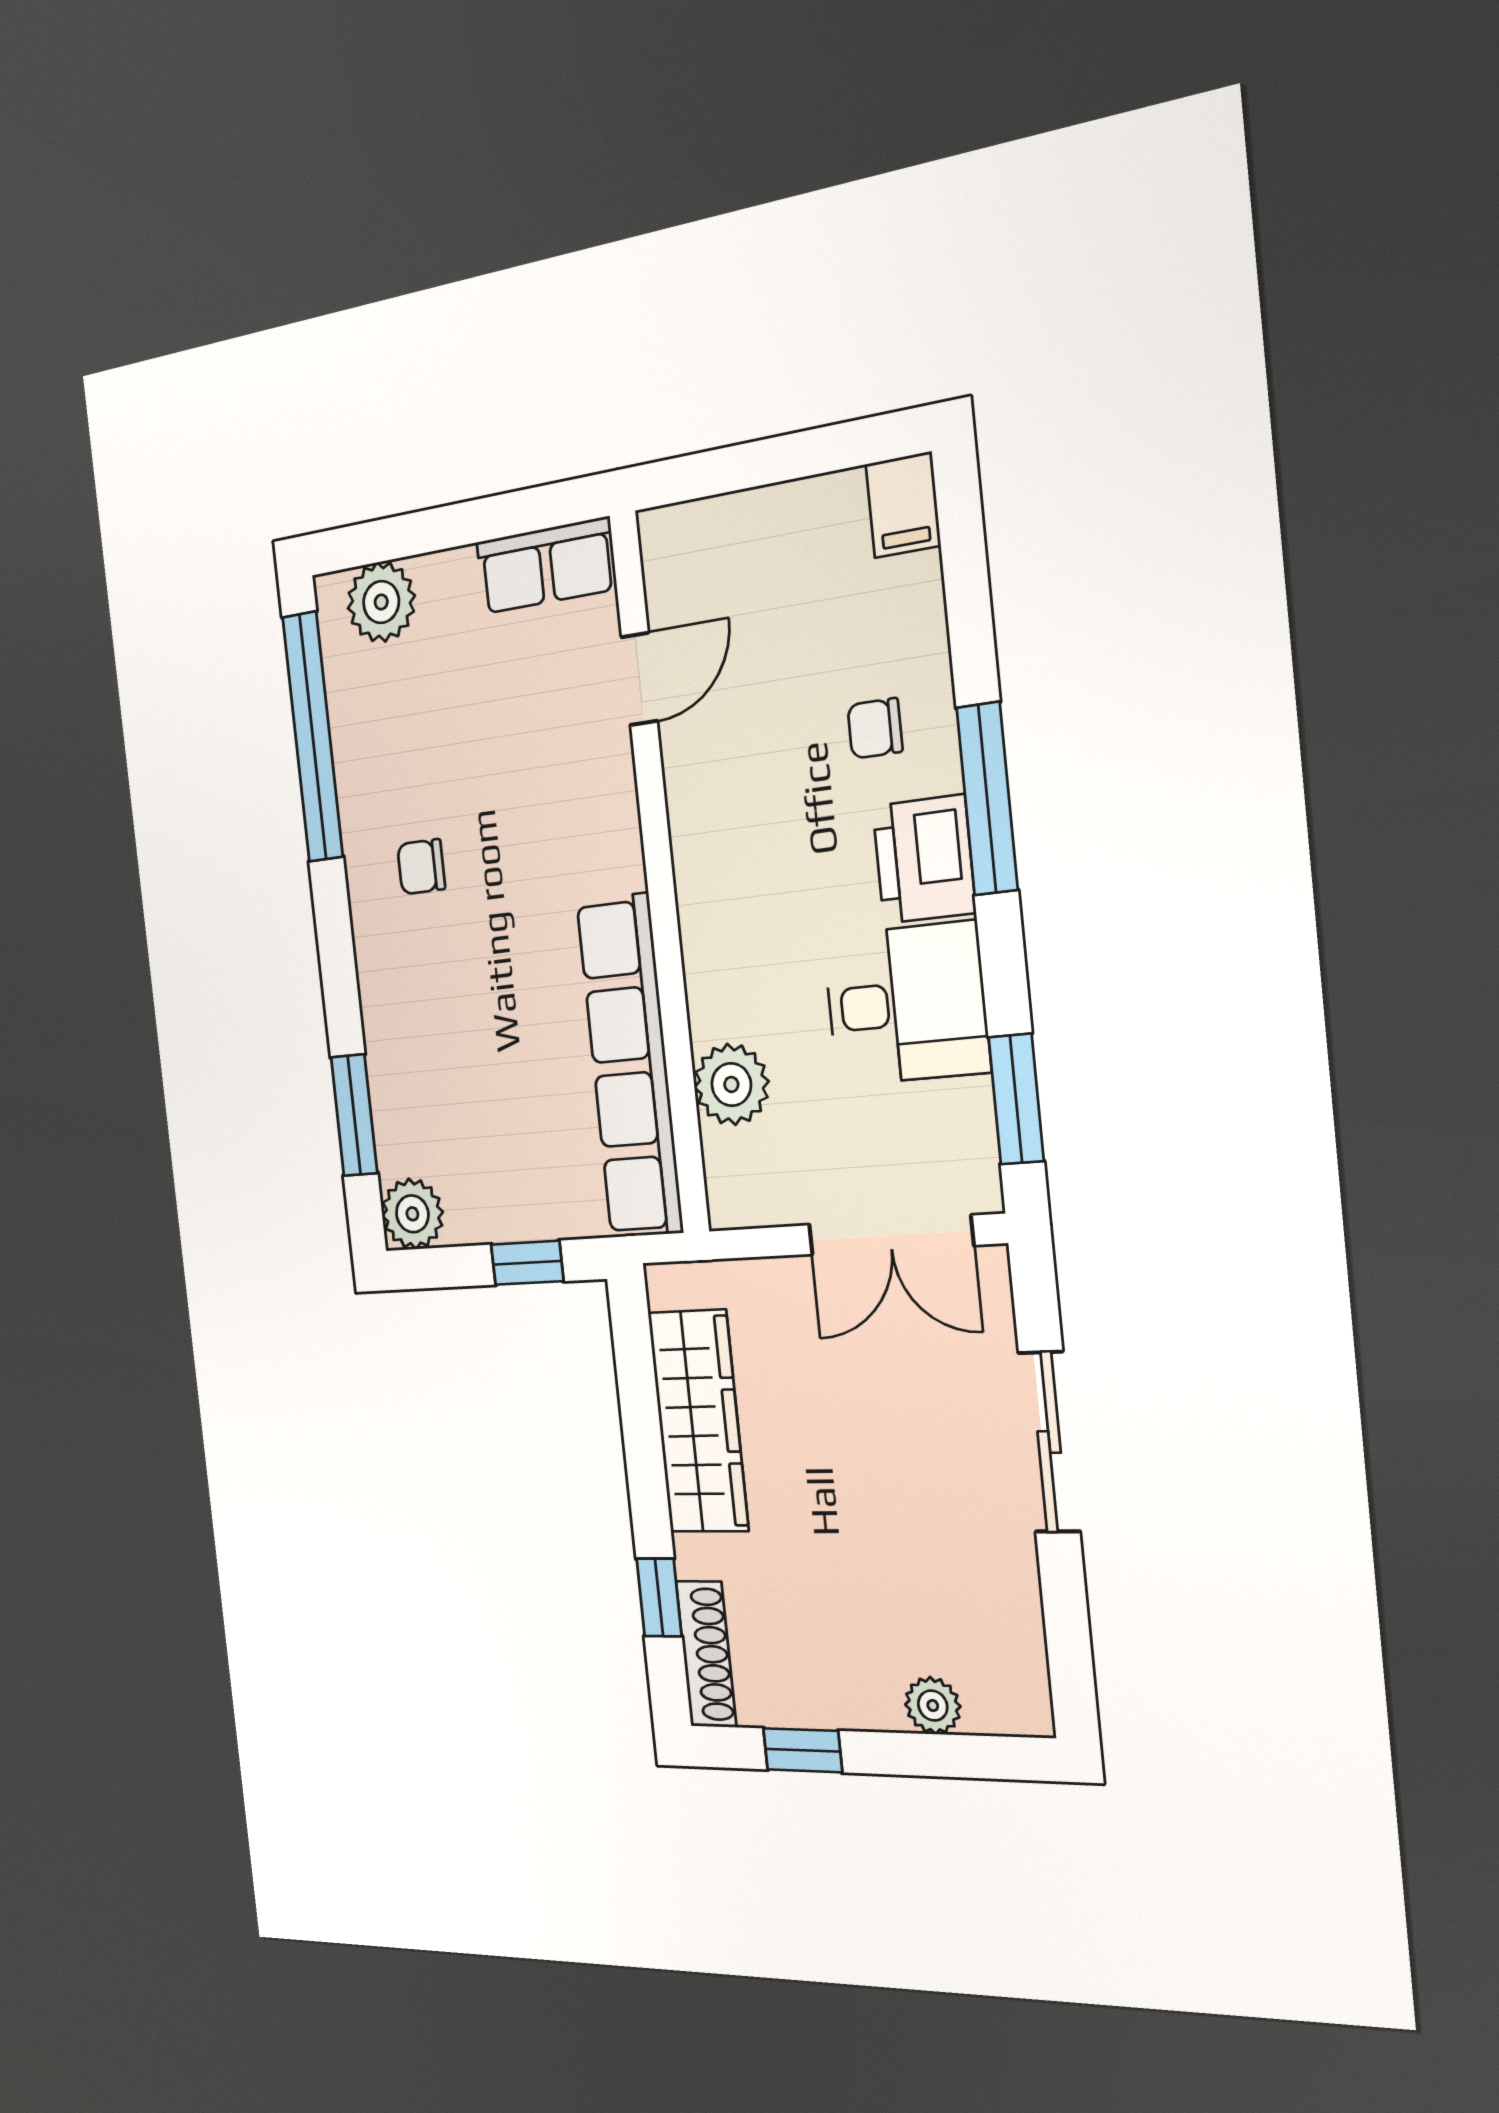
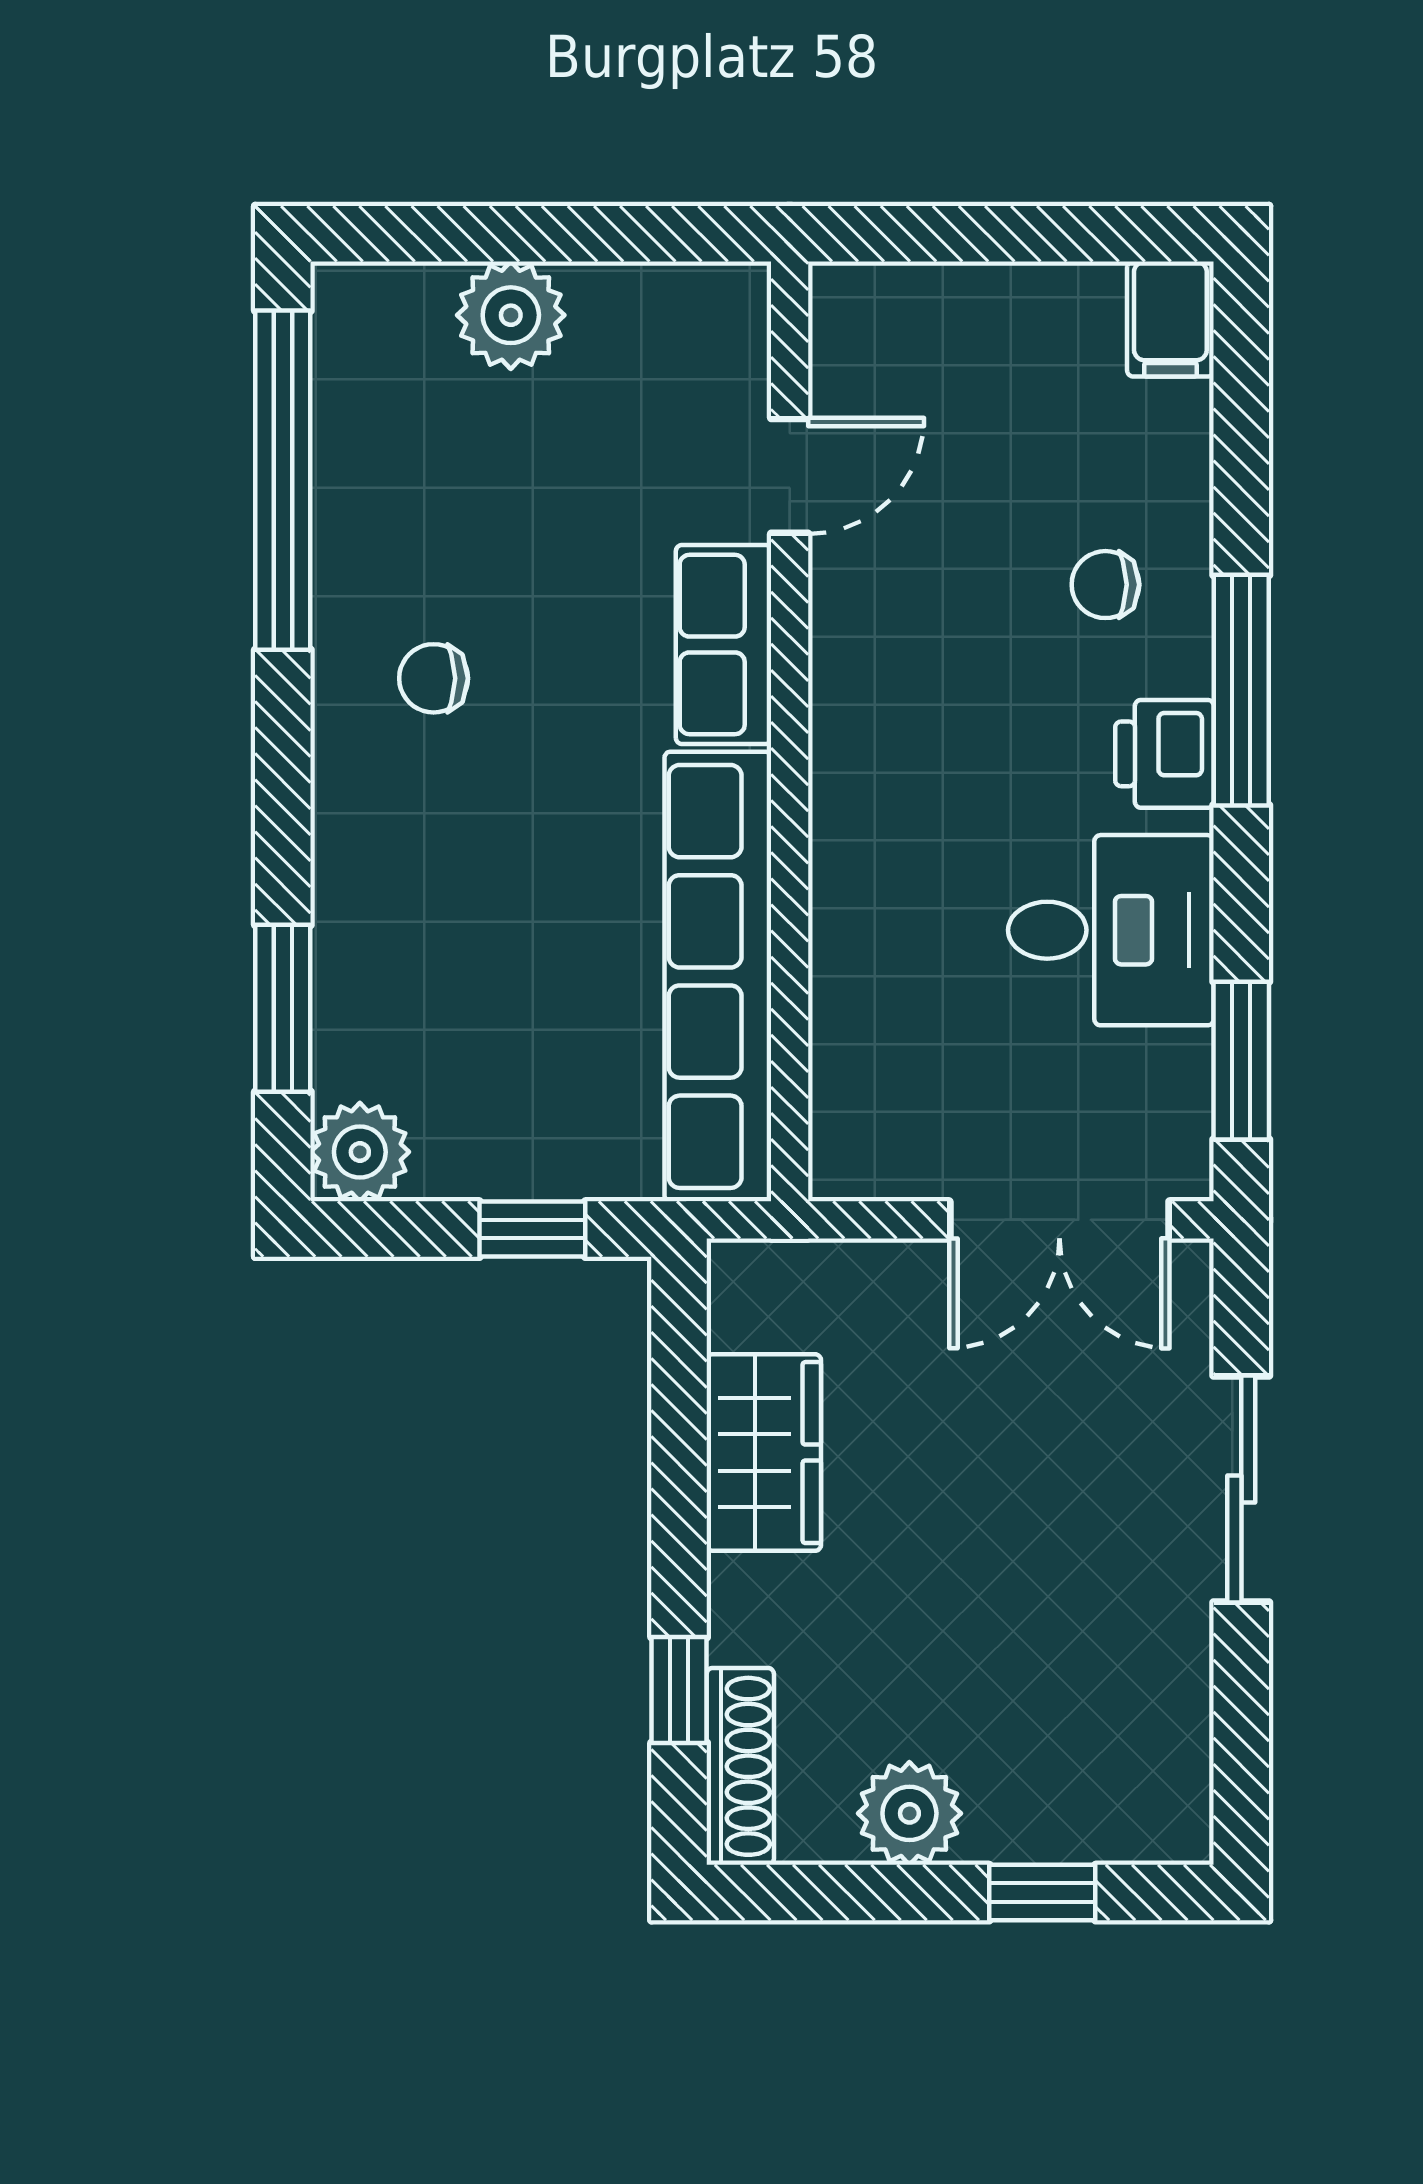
row of seats: (546, 565) -> (724, 645), moved, turned 90
plant: (381, 602) -> (511, 315), moved
printer: (924, 859) -> (1164, 754), width x0.73, depth x0.81
plant: (731, 1084) -> (861, 1012), removed
wardrobe: (698, 1421) -> (764, 1453), width x0.67
plant: (933, 1706) -> (909, 1813), moved, width x1.38, depth x1.38
window: (803, 1750) -> (1042, 1893), moved

